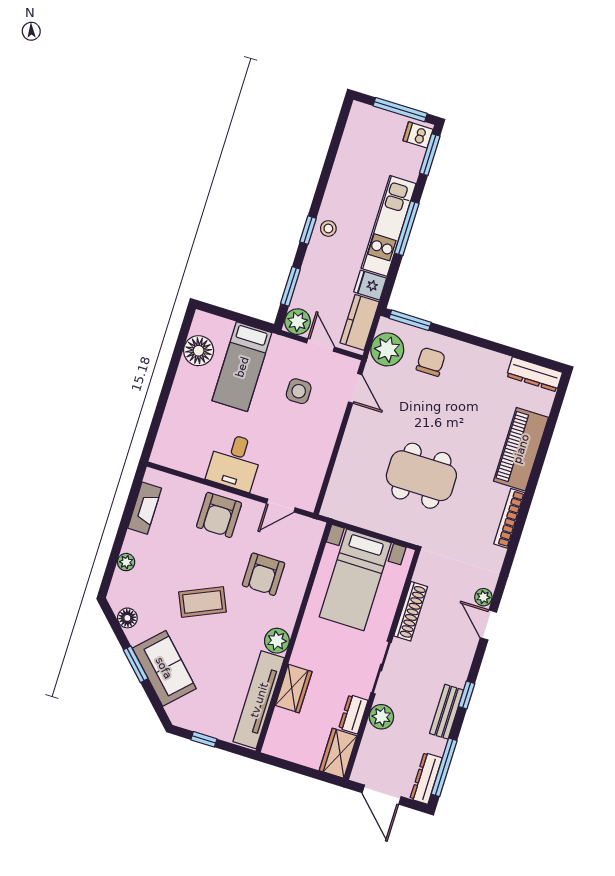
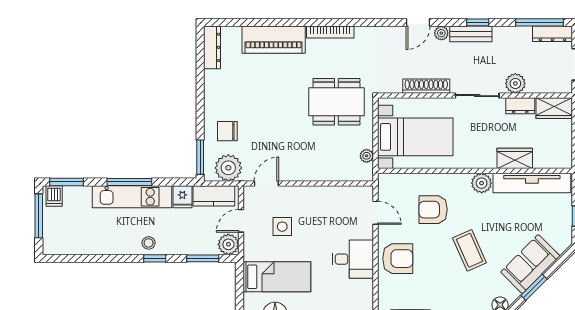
dining table: (421, 476) -> (336, 102), moved, turned 90
plant: (351, 516) -> (367, 156), added
armchair: (263, 574) -> (433, 210), turned 180
plant: (483, 597) -> (441, 33), moved
bench: (447, 712) -> (471, 34), moved

